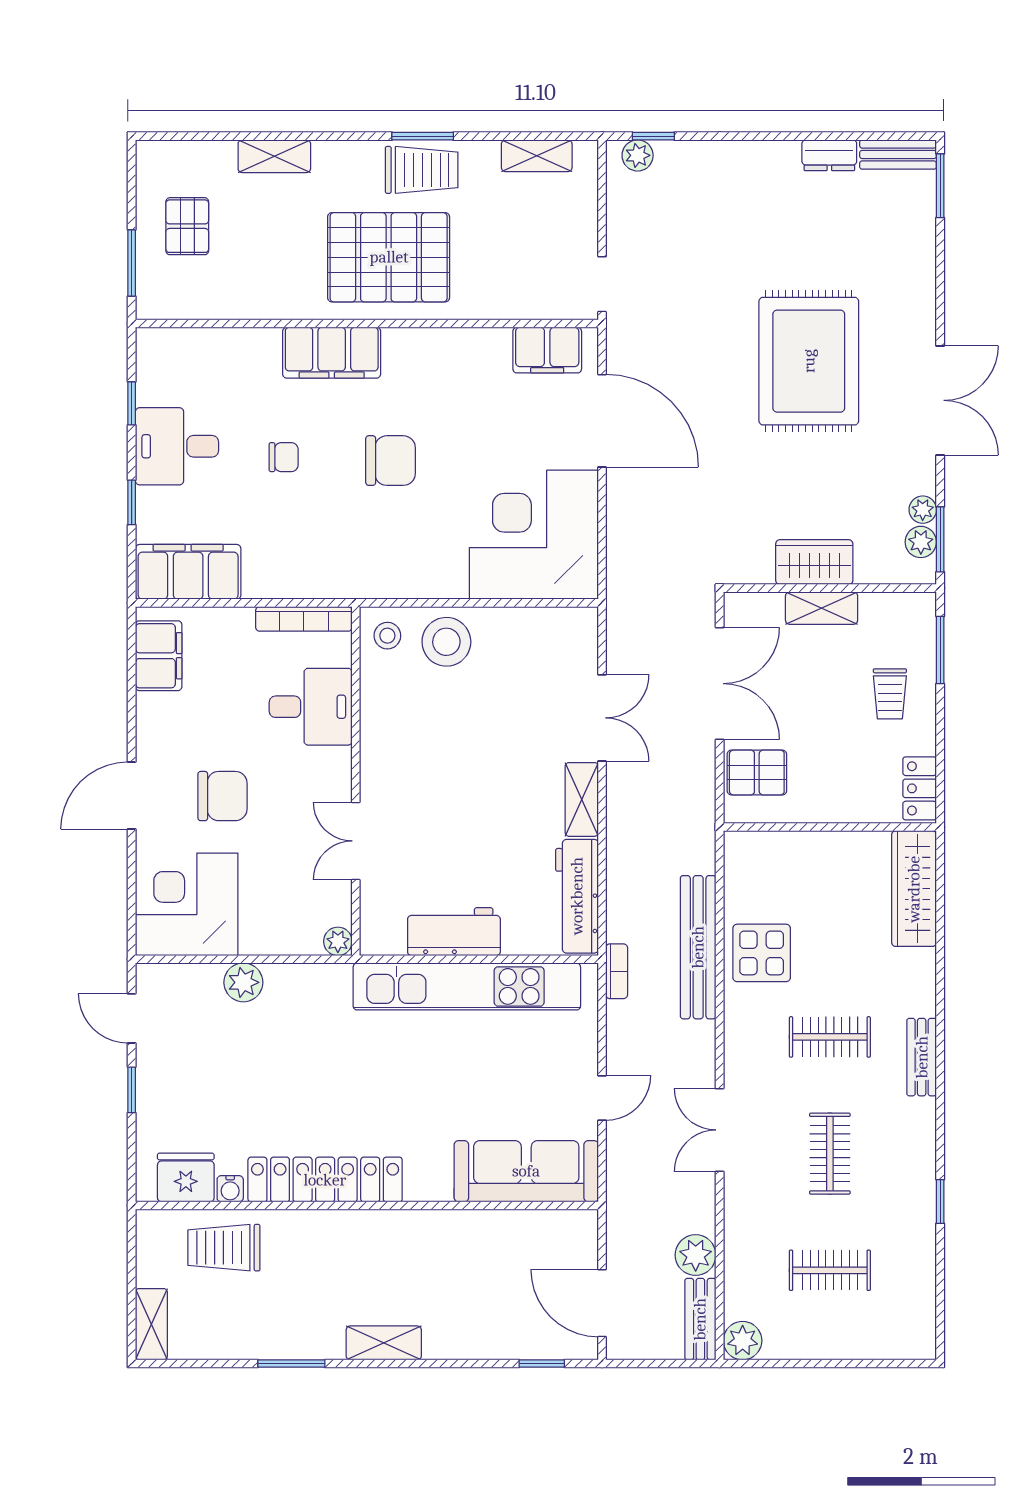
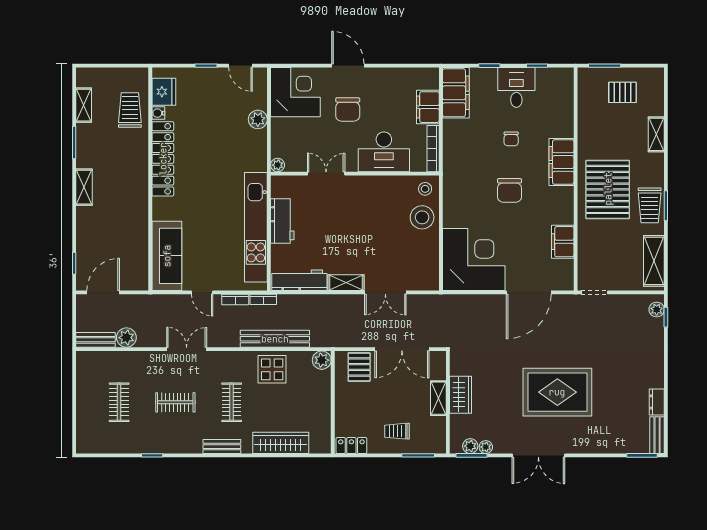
shelving: (537, 156) -> (654, 261), width x1.50, depth x1.33
filing cabinet: (547, 350) -> (563, 242), moved
filing cabinet: (159, 656) -> (428, 107), moved, turned 90
desk: (311, 707) -> (384, 152), width x1.37
wardrobe: (914, 889) -> (281, 443), moved
door: (132, 1018) -> (241, 66), swing flipped
bookcase: (617, 1029) -> (235, 299), added
shelving: (151, 1324) -> (84, 105), moved, turned 90
plant: (743, 1341) -> (322, 360), moved

